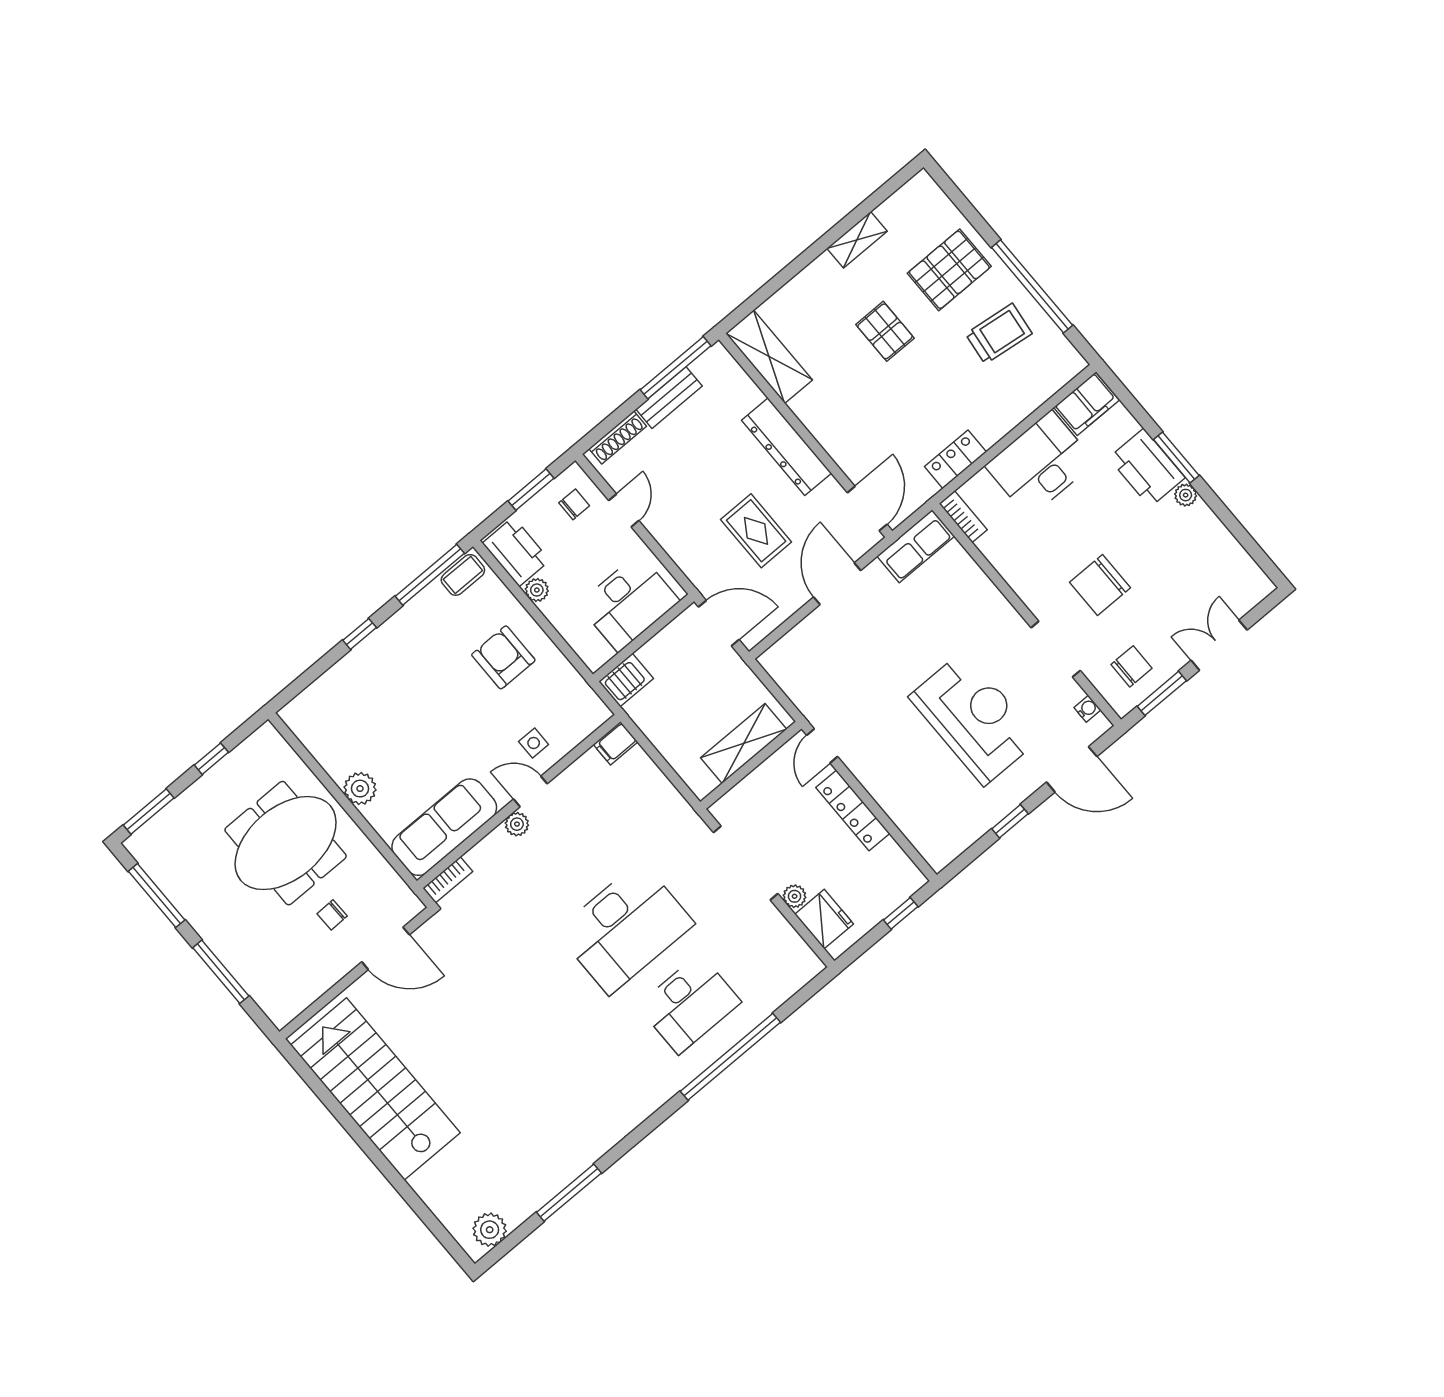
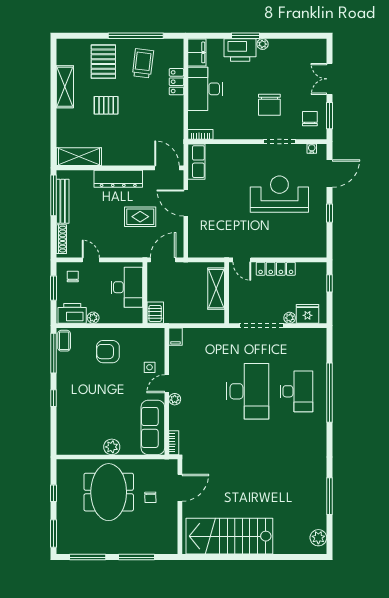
shelving: (857, 240) -> (65, 87), width x1.50, depth x1.33
bench: (669, 398) -> (63, 201), width x1.36
locker: (956, 459) -> (176, 82), moved

